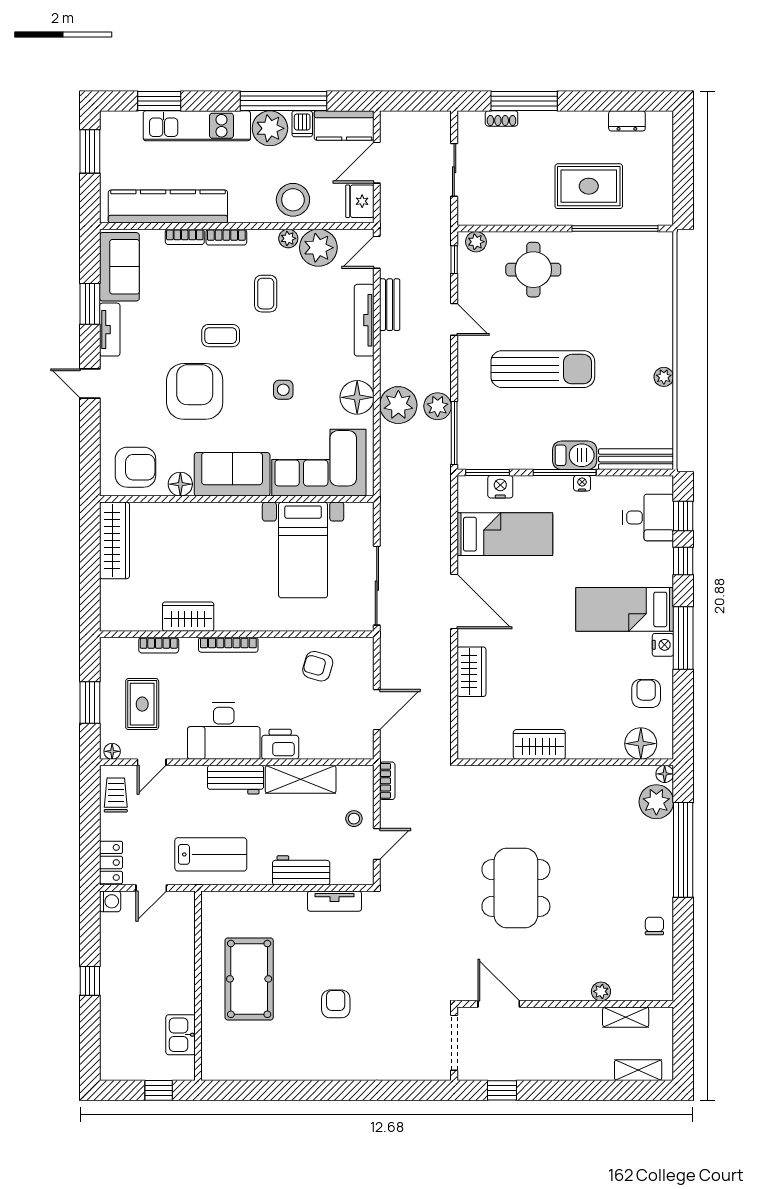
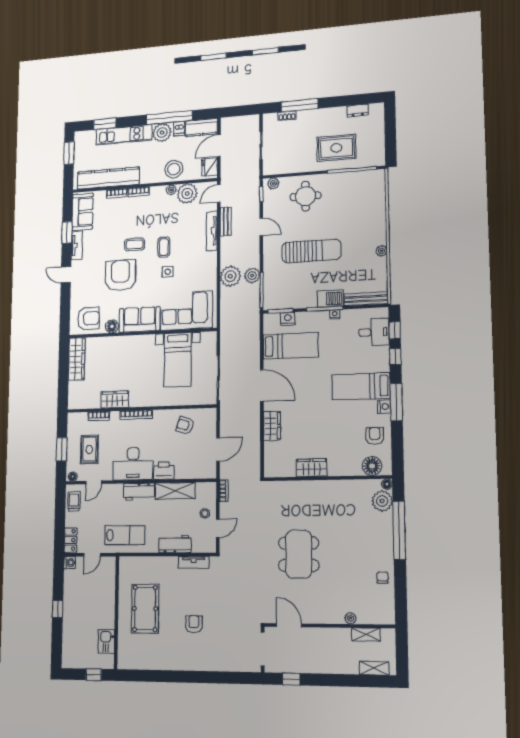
coffee table: (266, 294) -> (164, 247), moved
floor lamp: (357, 397) -> (208, 273), removed

